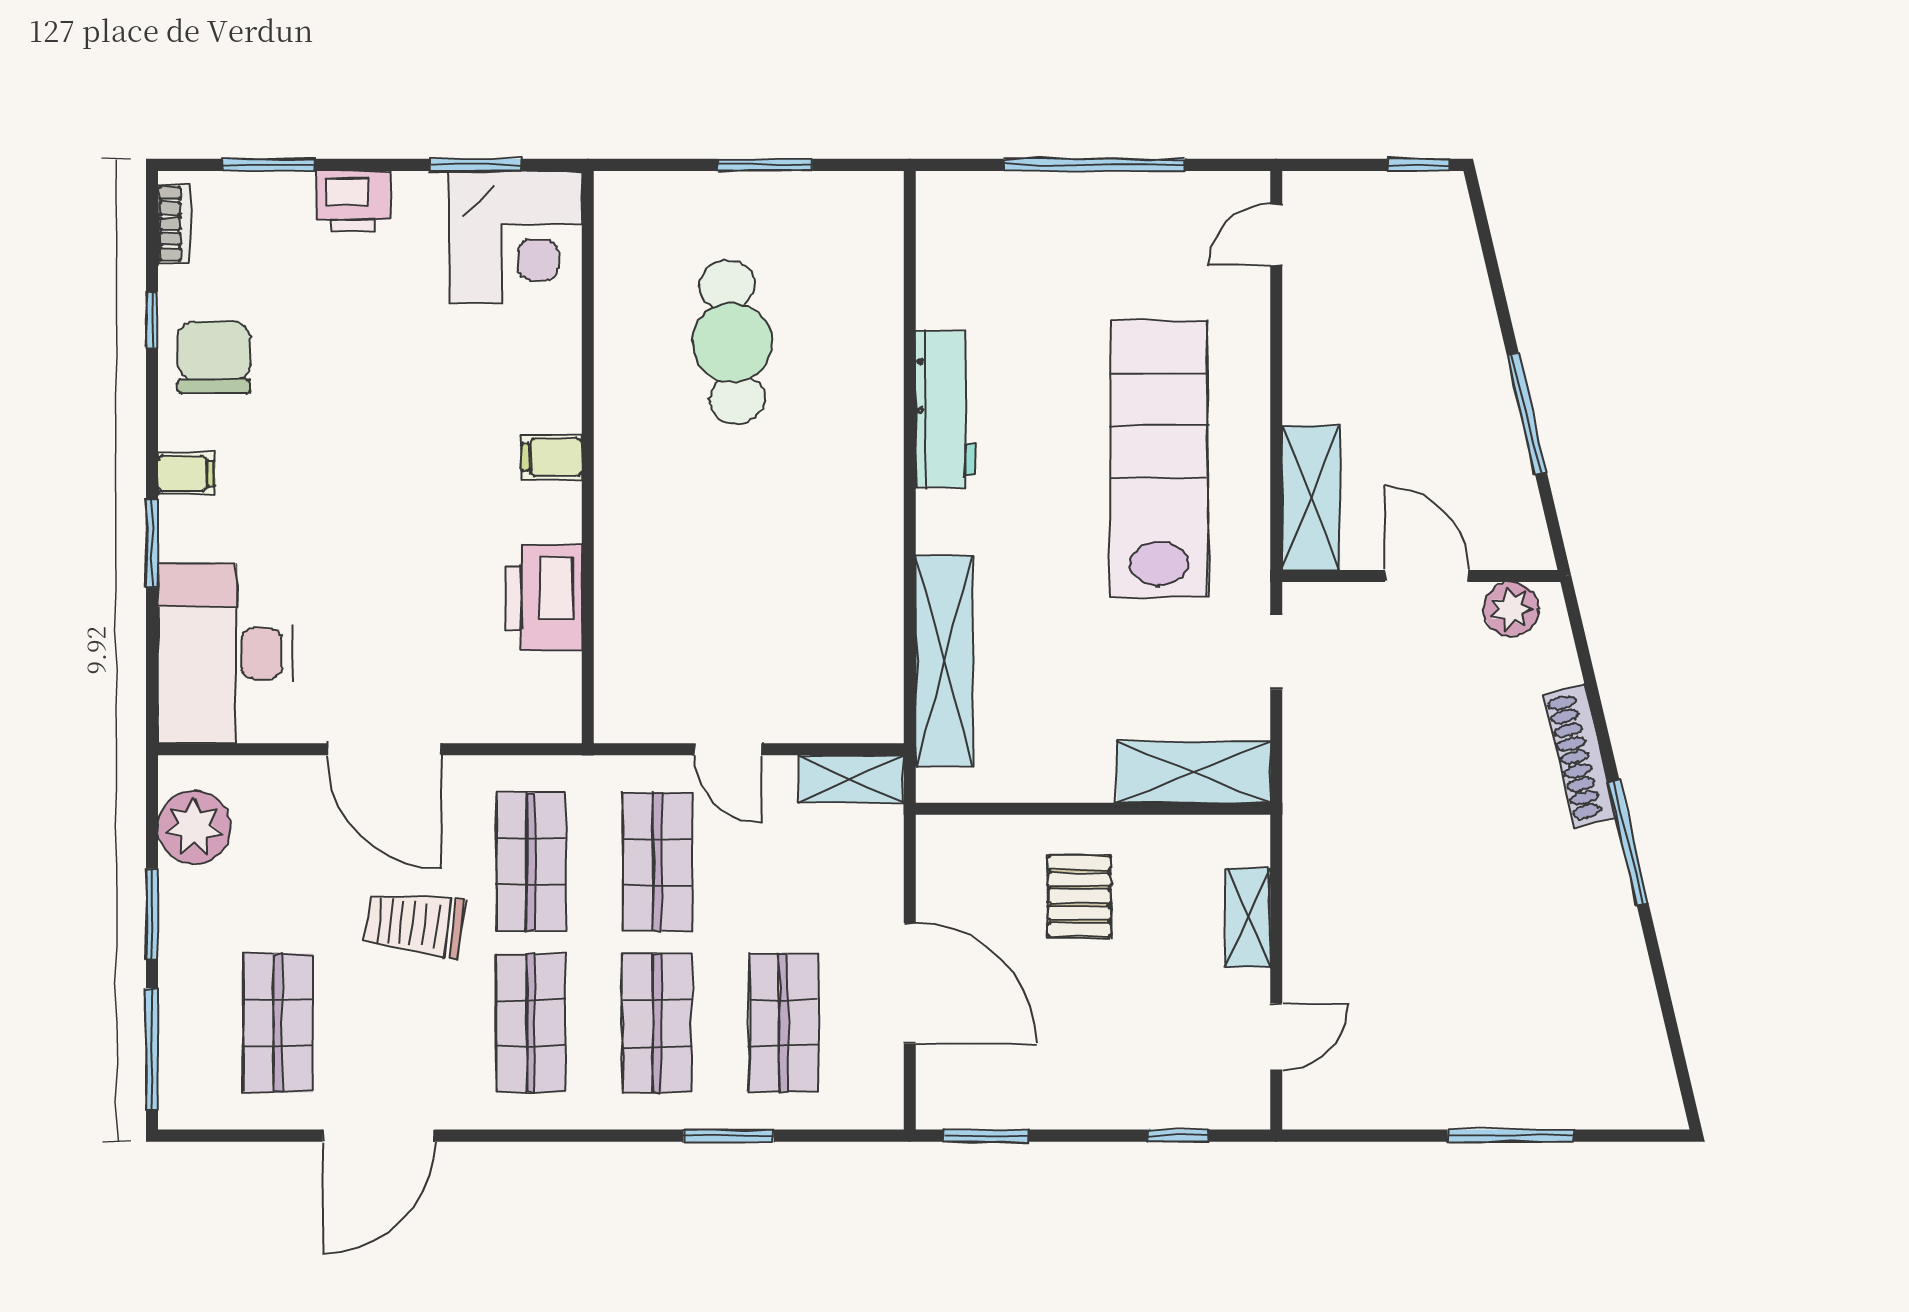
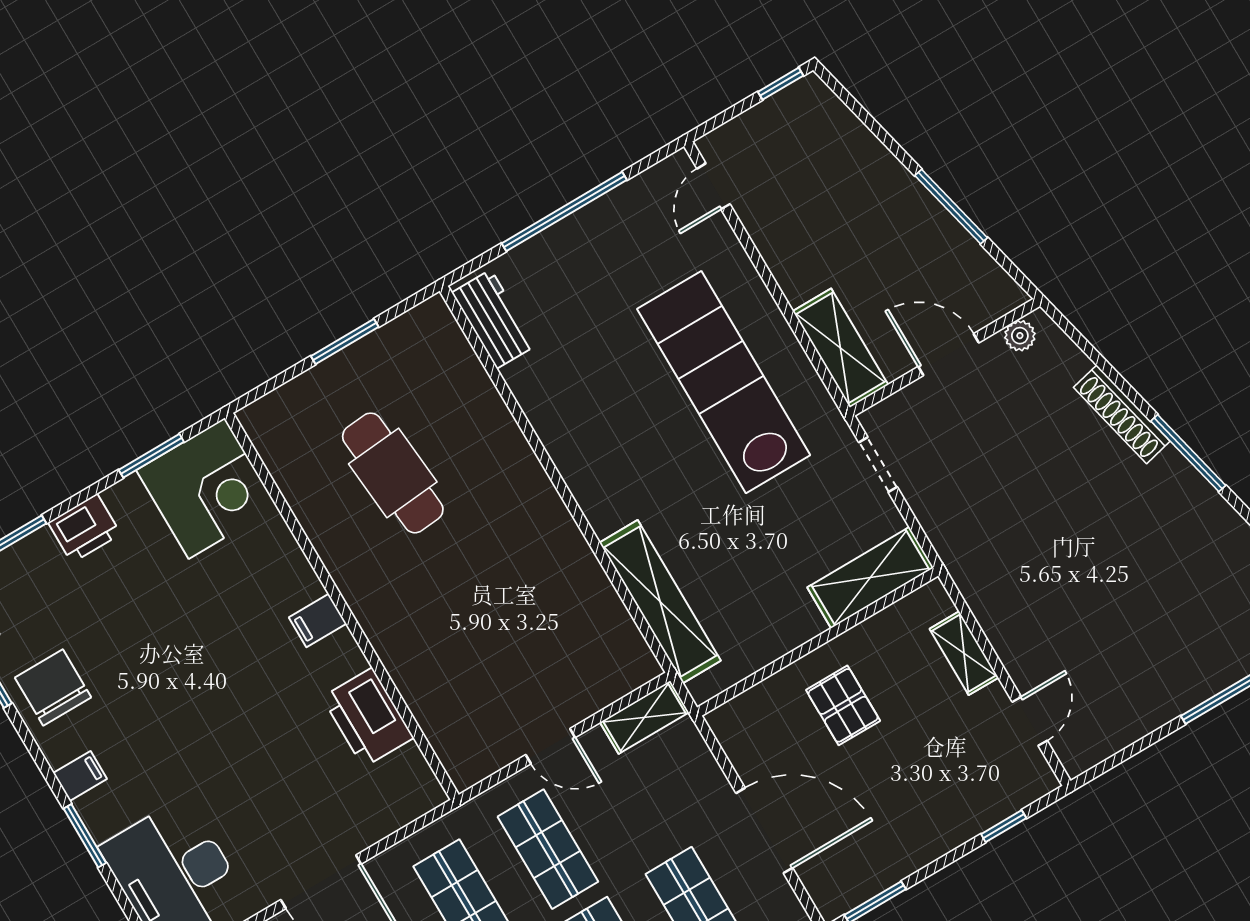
workbench: (945, 409) -> (494, 319), moved, width x0.73
plant: (1511, 609) -> (1020, 336), width x0.73, depth x0.73

